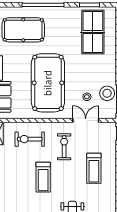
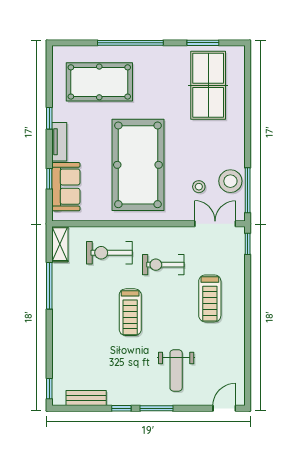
double door: (86, 121) -> (215, 224), moved
exercise bike: (64, 147) -> (163, 265), turned -90

